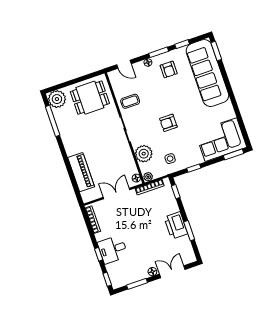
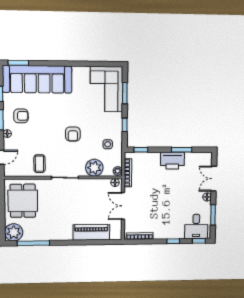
window: (234, 154) -> (125, 93), moved
desk: (113, 249) -> (196, 226), moved

